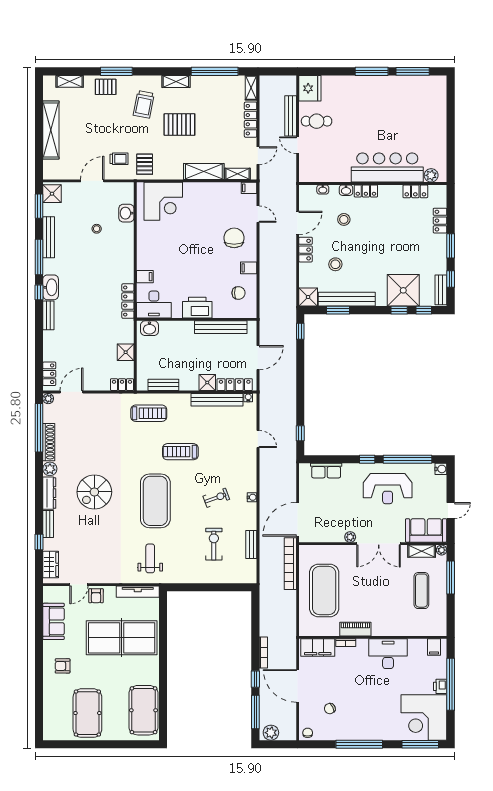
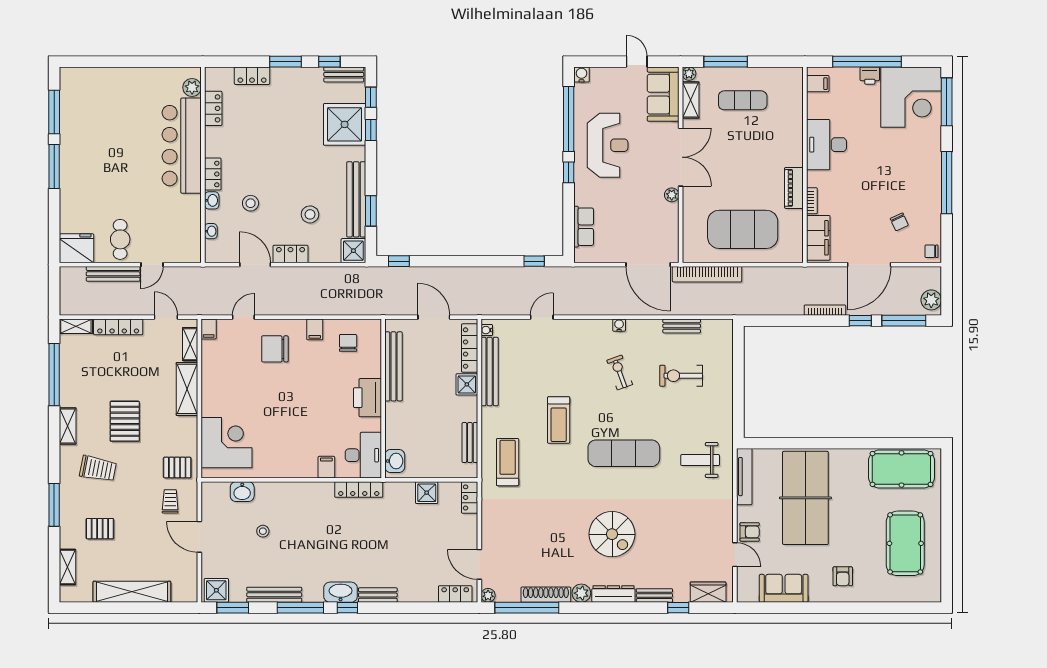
pallet: (106, 87) -> (100, 529), moved, turned 90
exercise mat: (155, 501) -> (624, 453), width x0.68
pool table: (87, 713) -> (905, 543), turned 90

